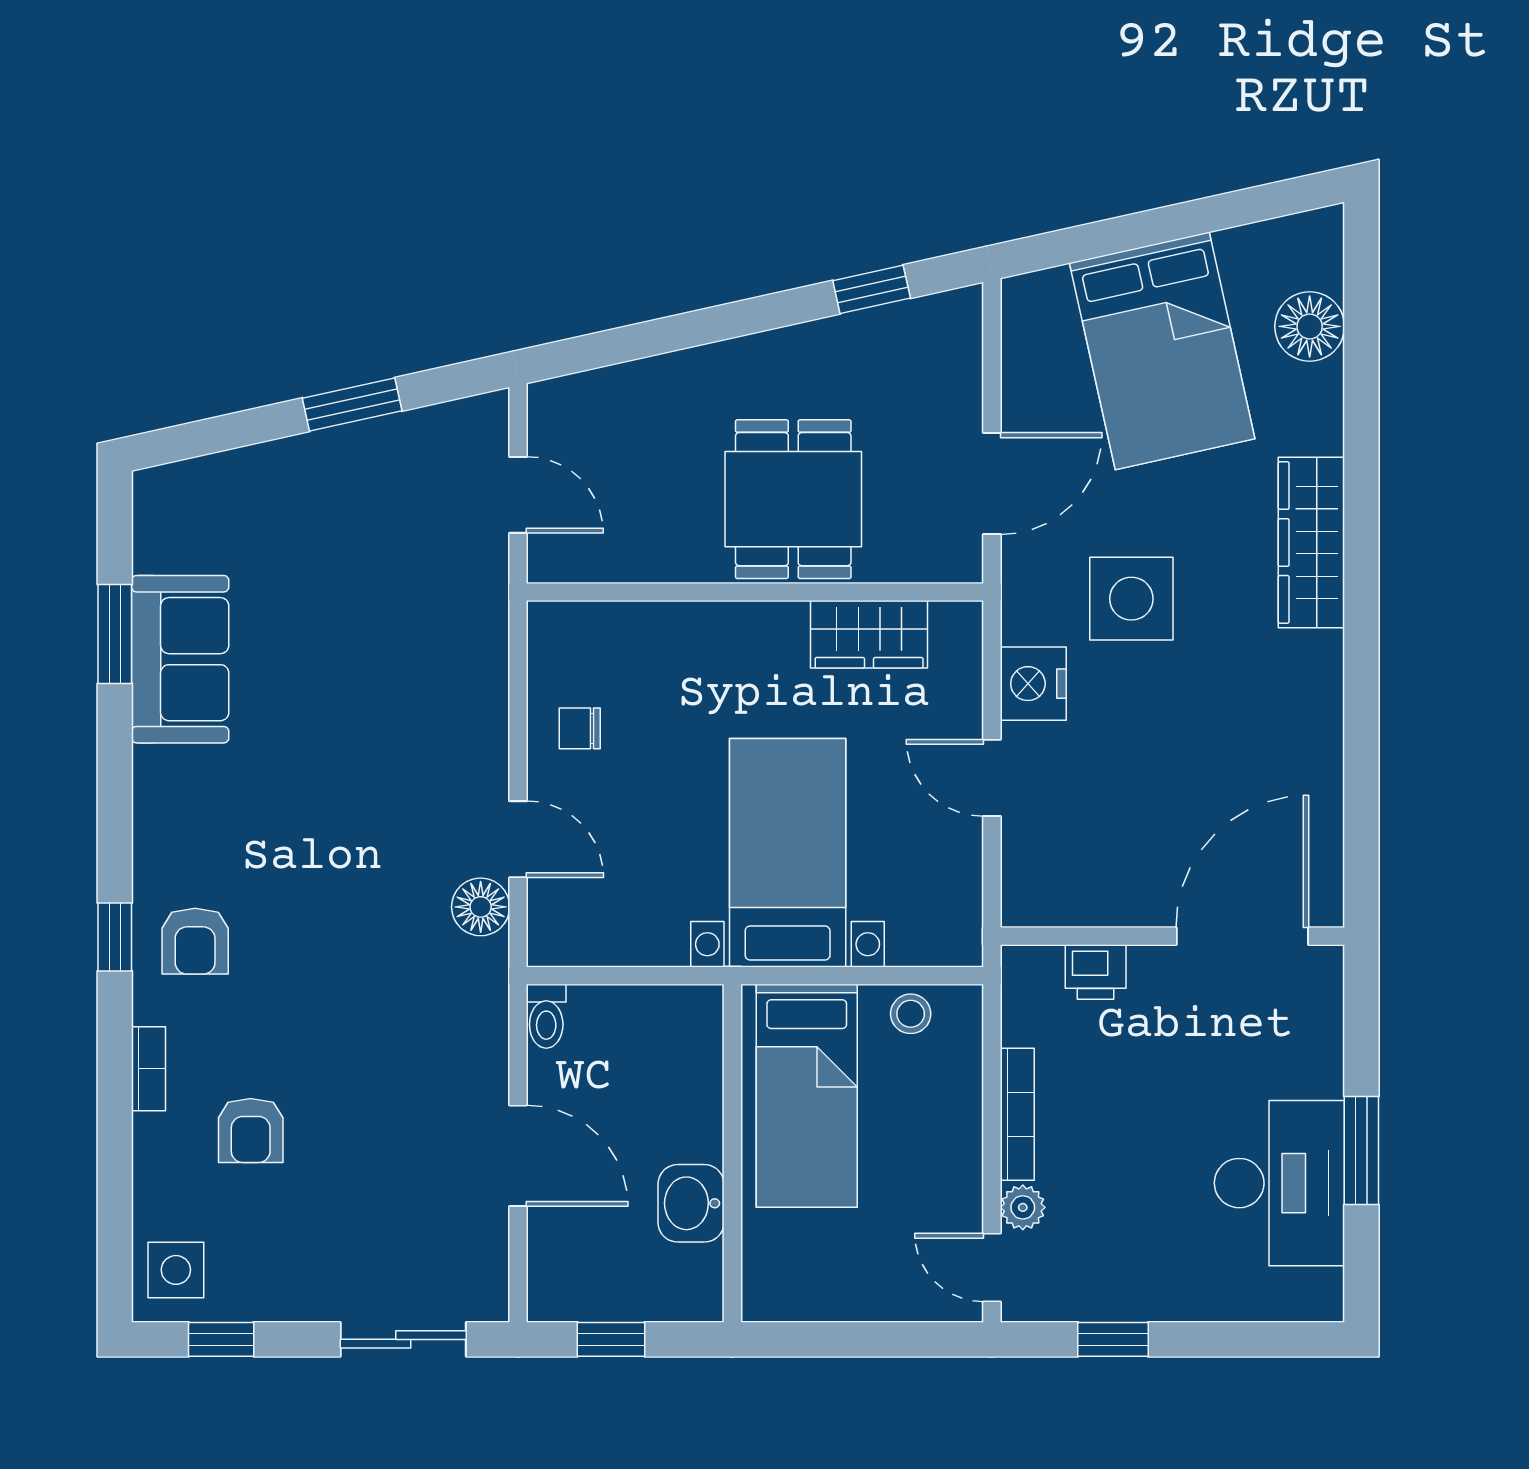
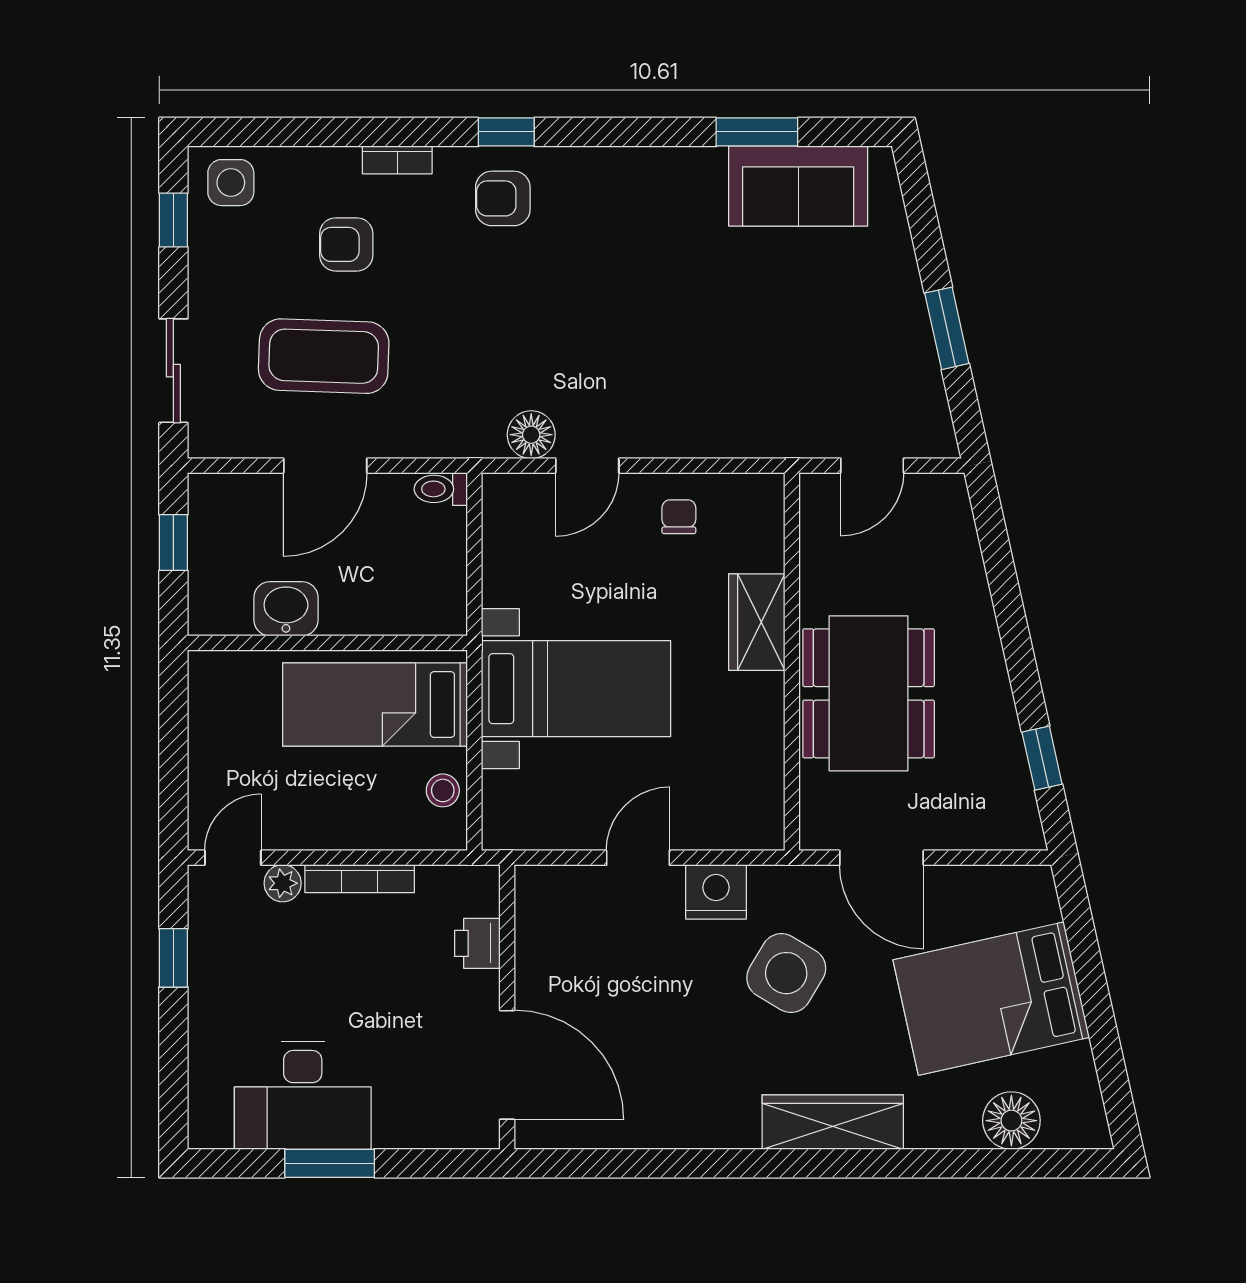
dining table: (793, 499) -> (869, 693), width x1.38
side table: (1131, 599) -> (786, 973), turned 31
wardrobe: (869, 634) -> (757, 622), moved
sofa: (180, 659) -> (798, 186), moved
coffee table: (386, 1158) -> (324, 356), added

